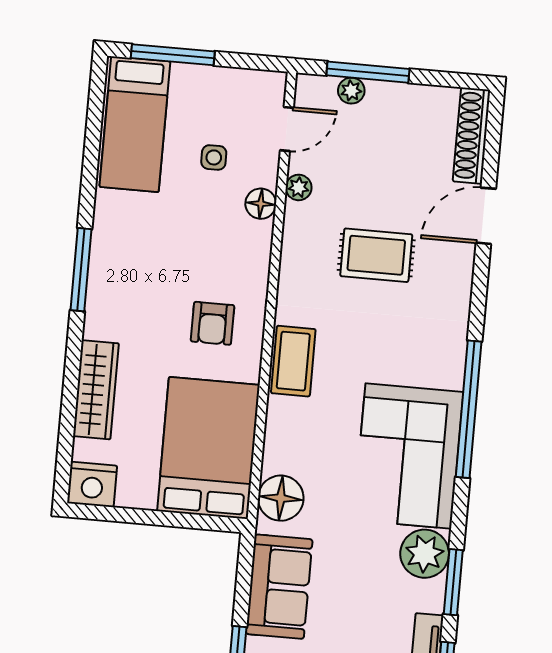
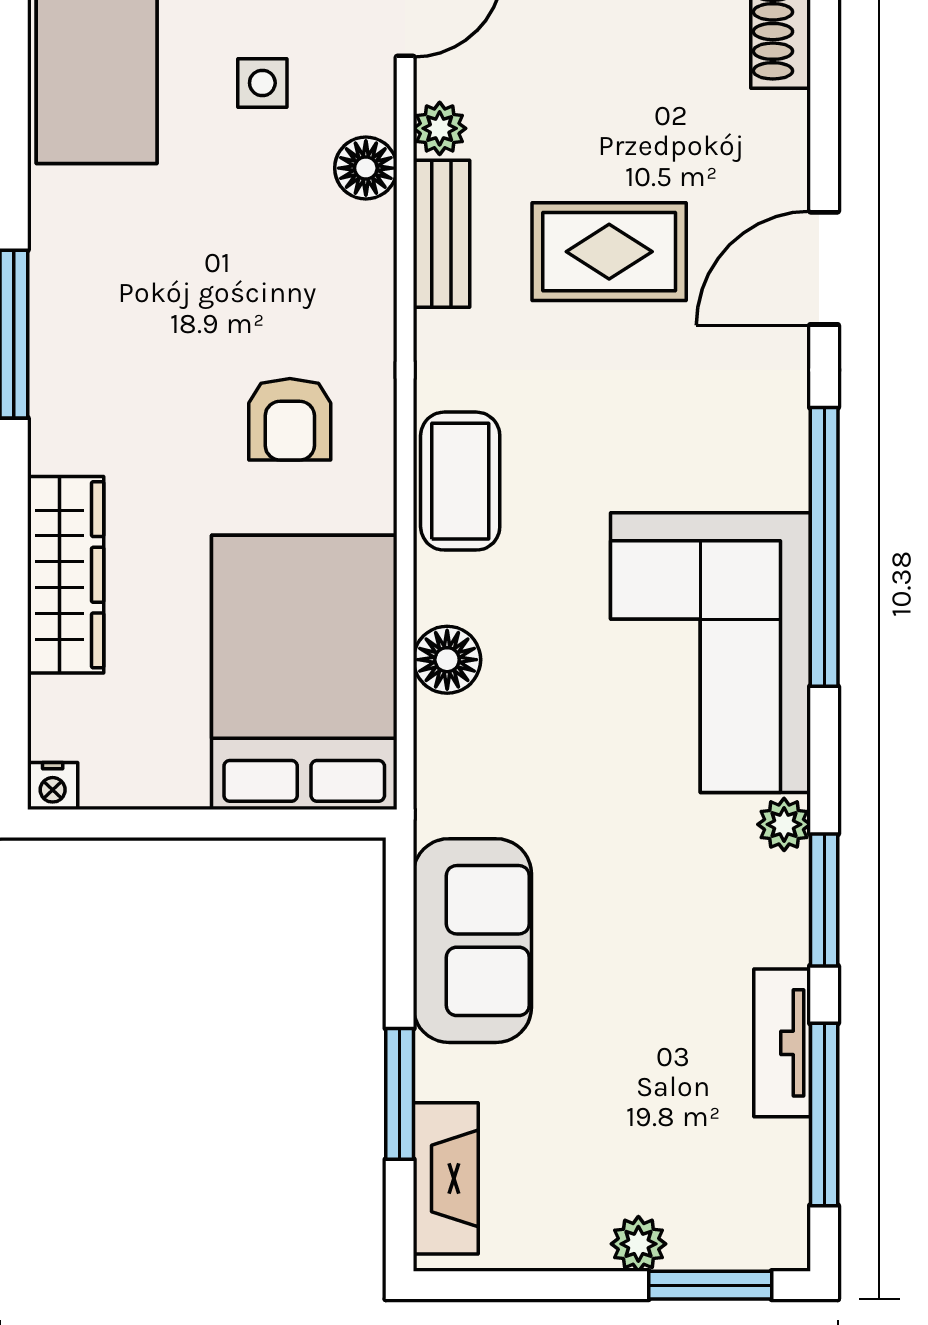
door: (486, 216) -> (824, 268), moved
bench: (295, 239) -> (442, 234), added
nightstand: (92, 484) -> (53, 786), width x0.53, depth x0.56
floor lamp: (281, 498) -> (447, 660), moved, width x0.73, depth x0.73
plant: (425, 554) -> (784, 824), width x0.53, depth x0.53

